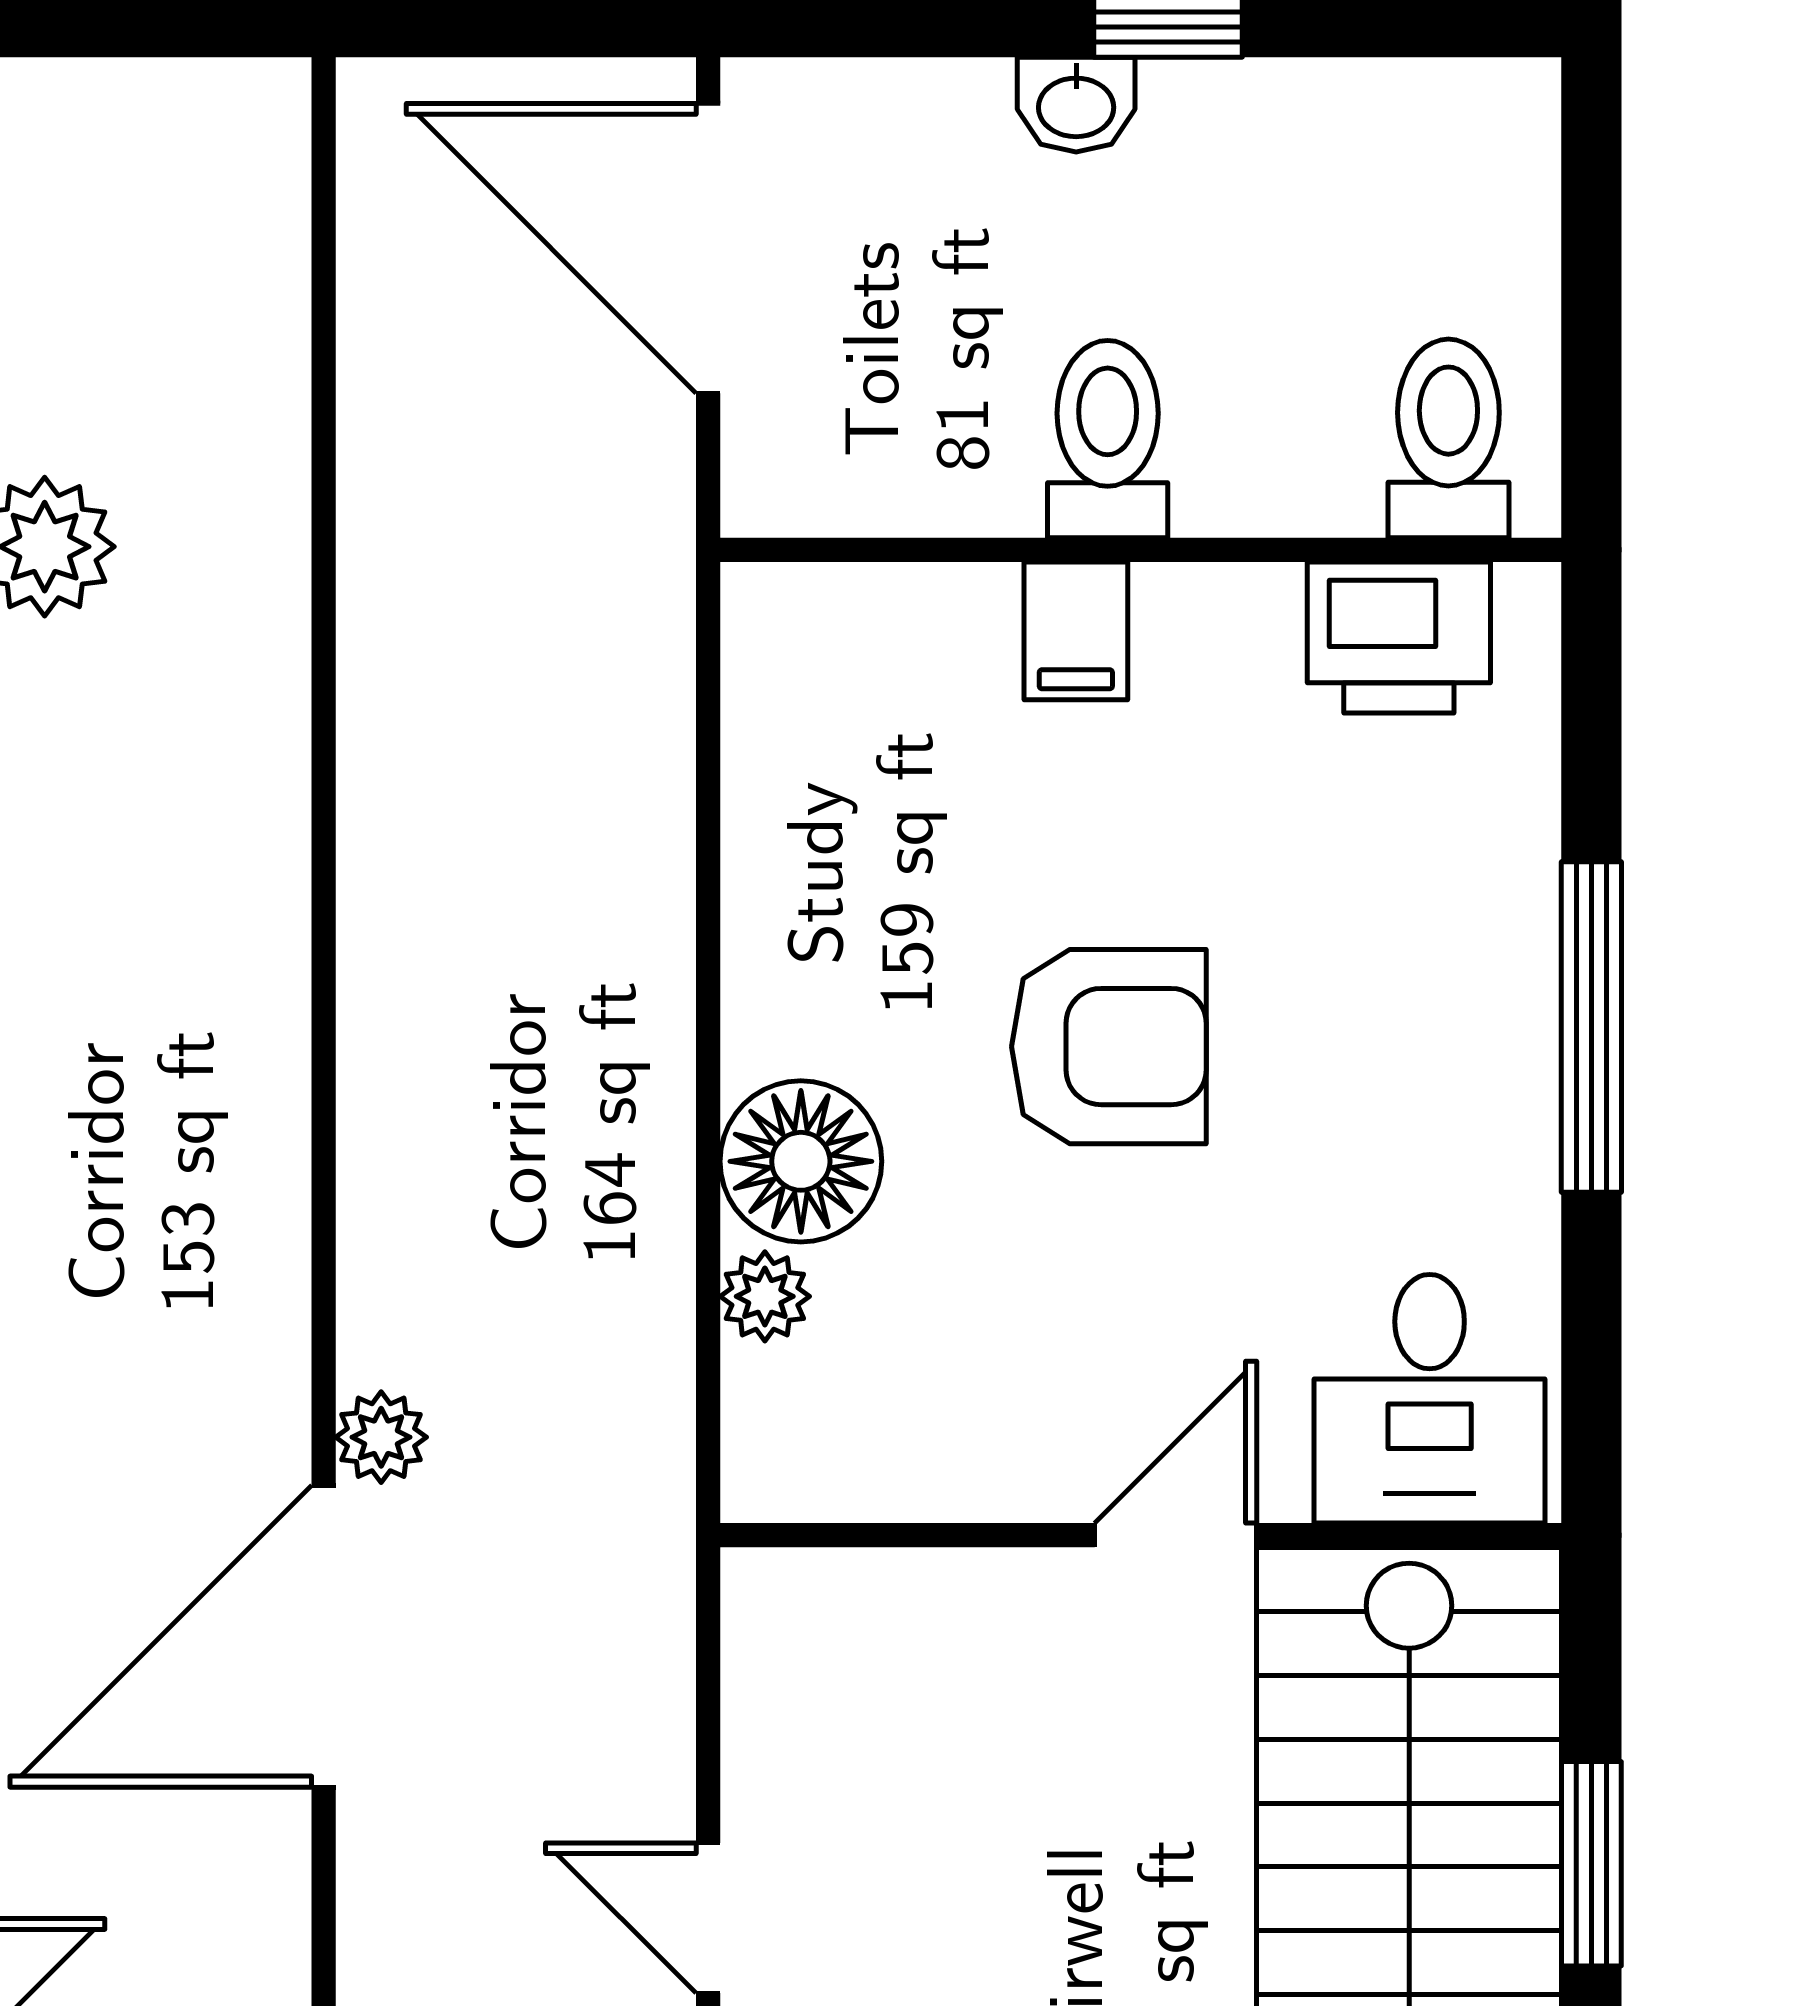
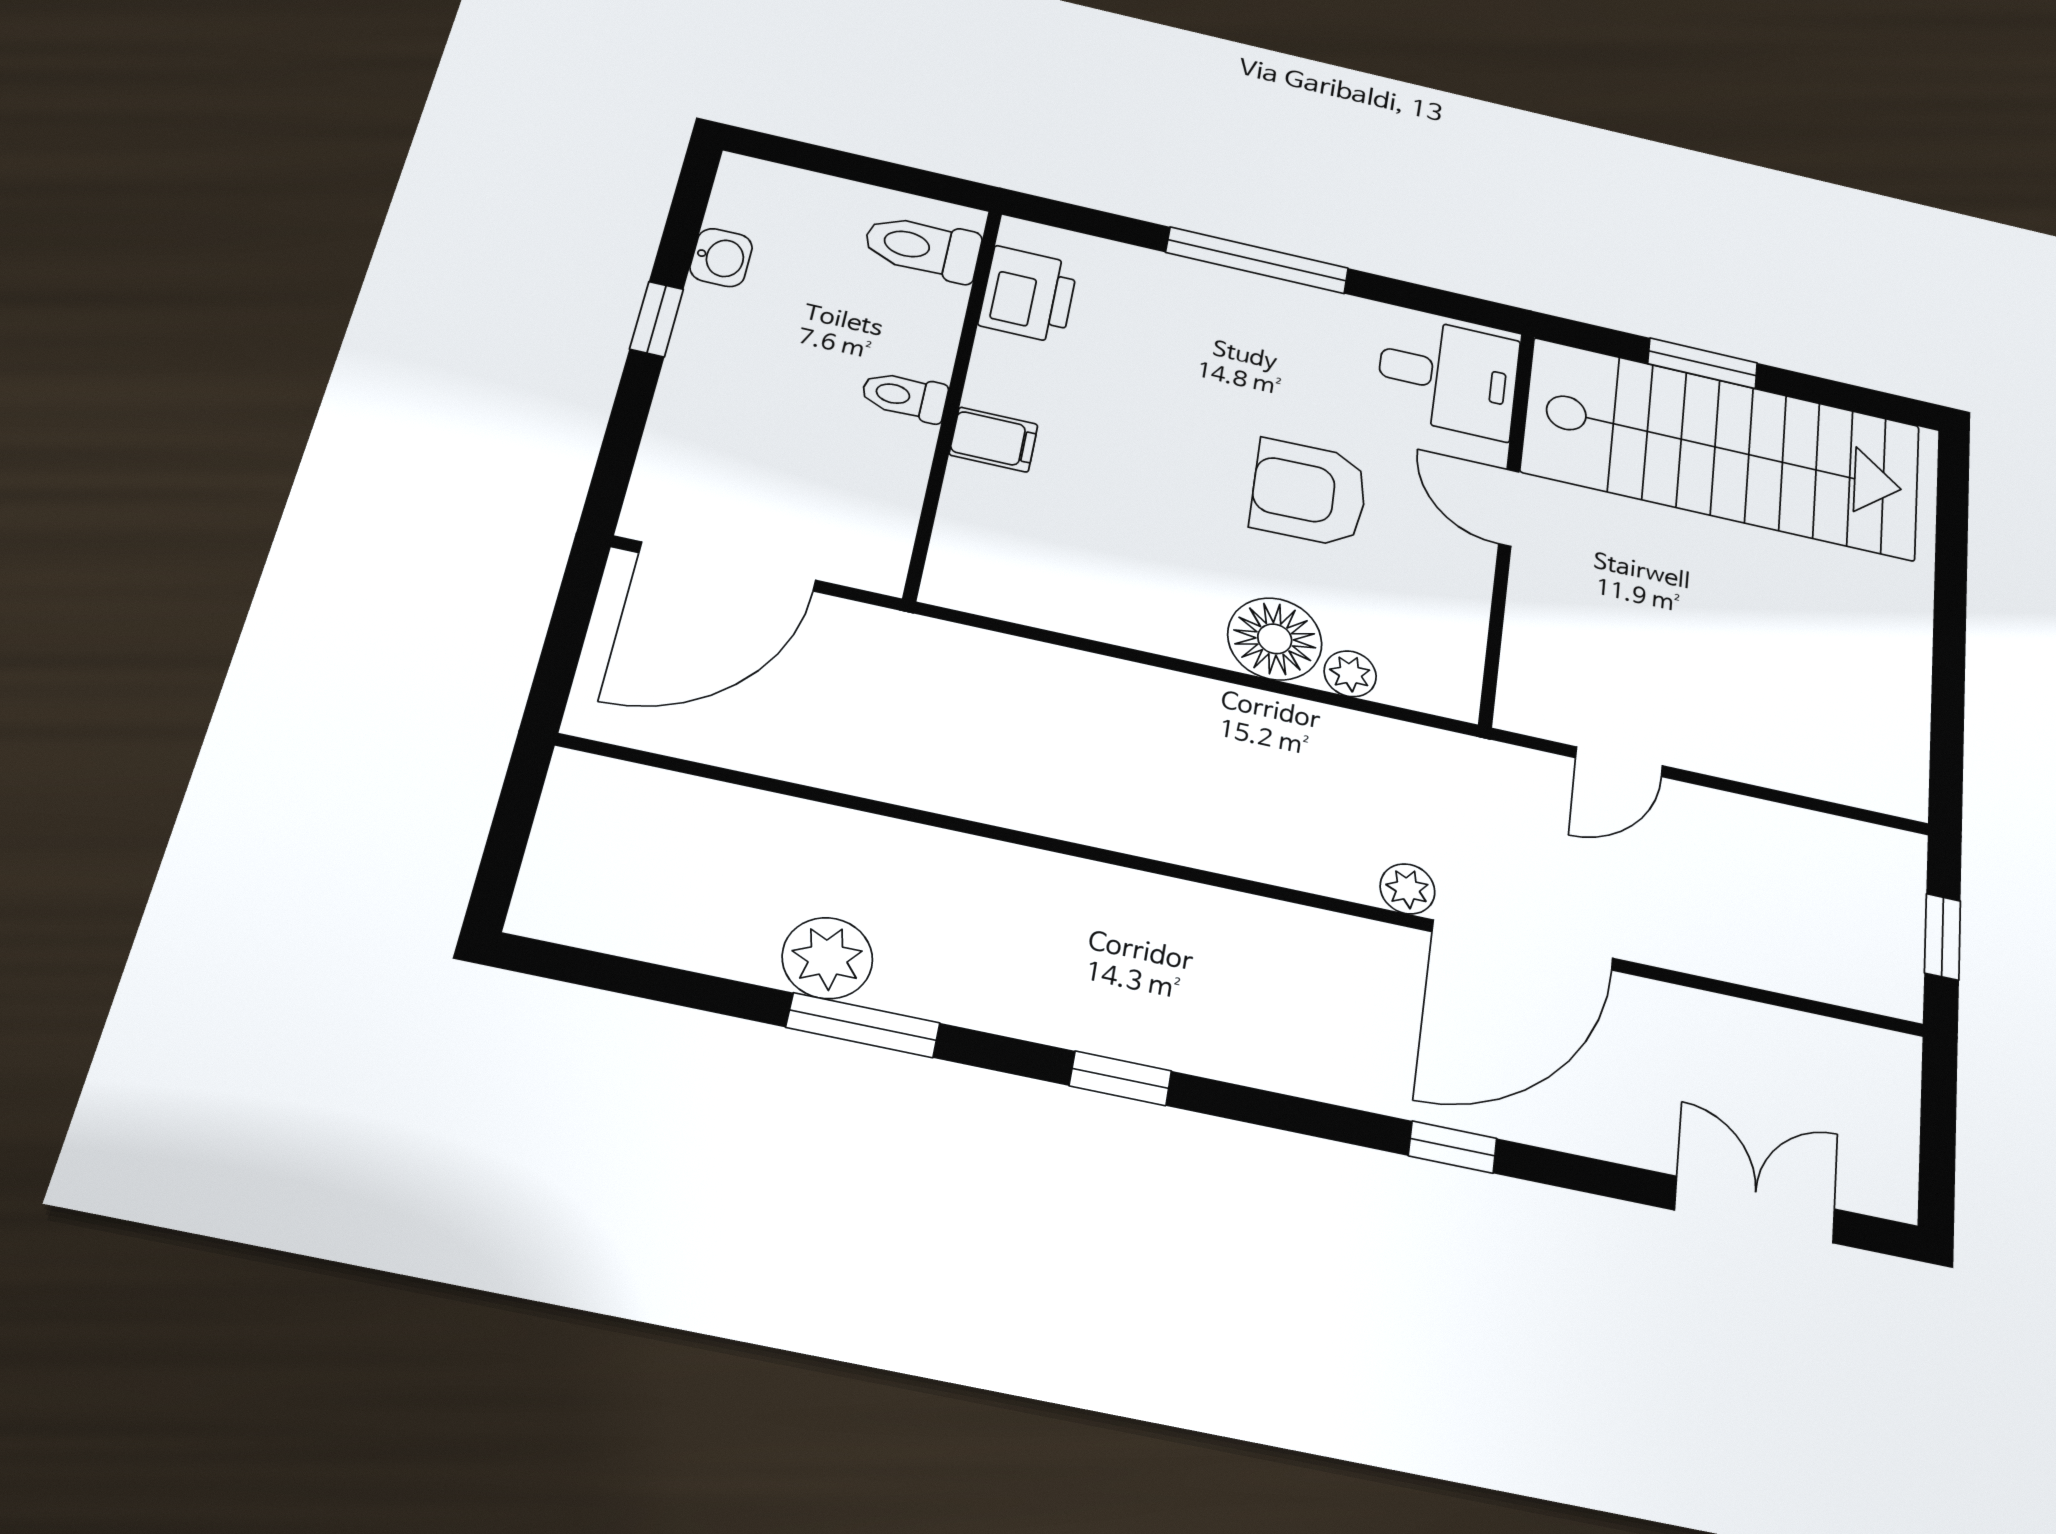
washbasin: (1076, 105) -> (721, 258), moved
toilet: (1108, 439) -> (904, 396), width x0.73, depth x0.72
armchair: (1109, 1047) -> (1309, 493), moved, turned -91
door: (324, 1636) -> (1523, 945), hinge flipped
door: (708, 1918) -> (1619, 762), moved

